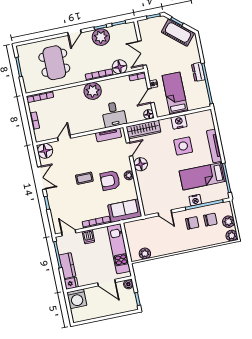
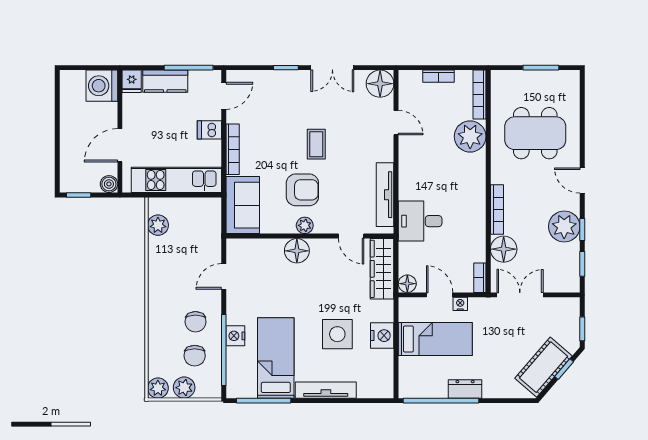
plant: (93, 91) -> (470, 136), moved
tv unit: (109, 135) -> (385, 195), width x1.41
floor lamp: (141, 164) -> (297, 251), moved
armchair: (110, 181) -> (302, 190), turned 90

